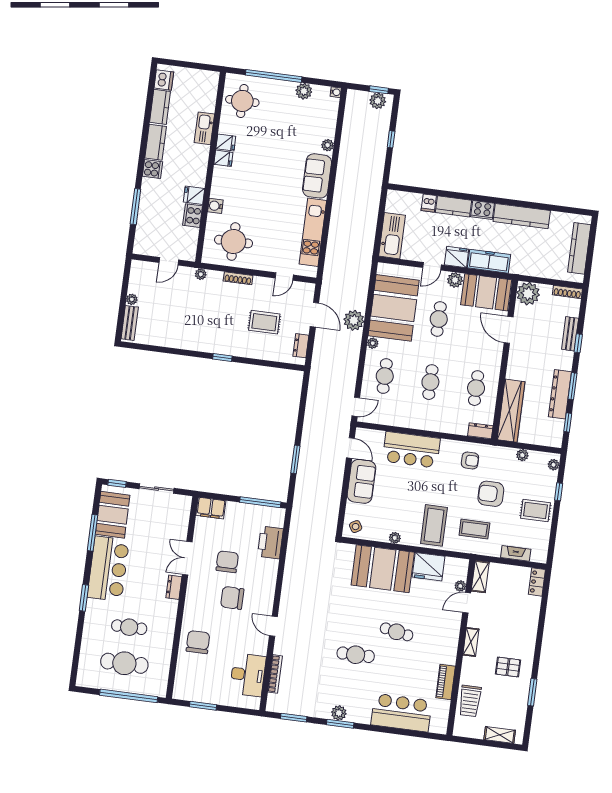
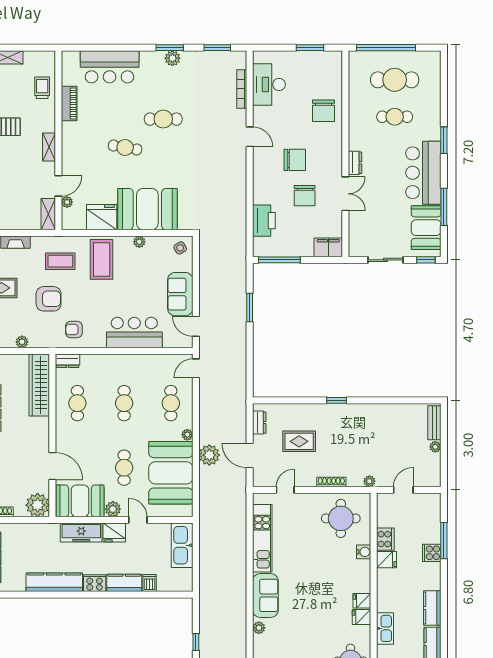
cooker: (153, 169) -> (432, 553), moved
door: (432, 266) -> (138, 520), hinge flipped
trolley: (470, 701) -> (42, 88), width x0.73, depth x0.72

